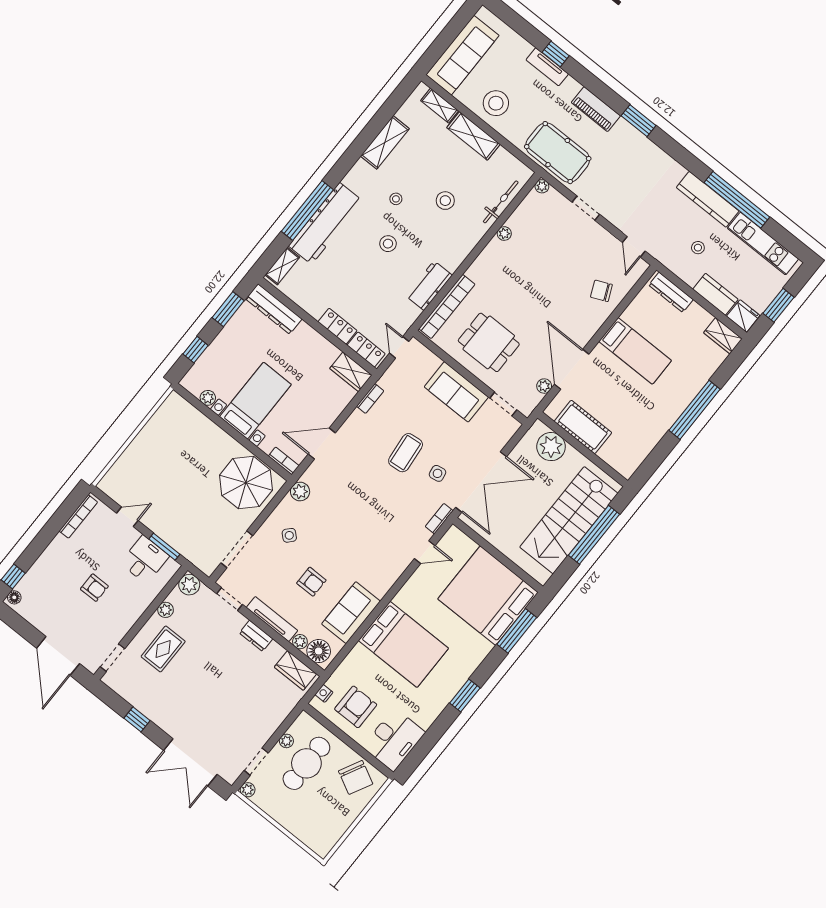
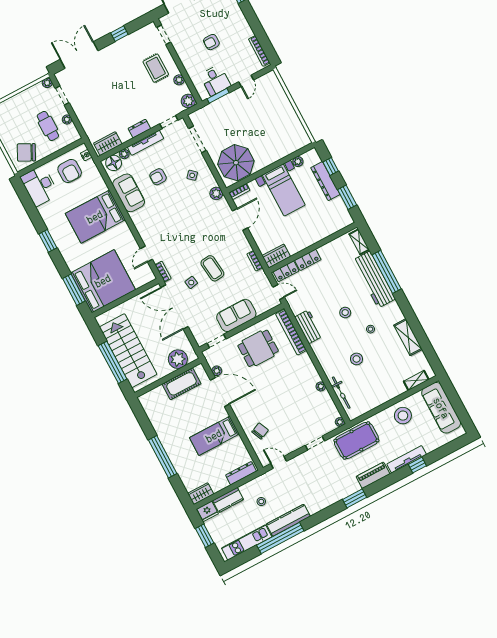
tv unit: (547, 67) -> (407, 459), width x1.41
shelving: (473, 136) -> (389, 393), removed
dresser: (274, 309) -> (325, 181), moved, turned -90
cafe table: (306, 763) -> (48, 126), width x0.73, depth x0.74

